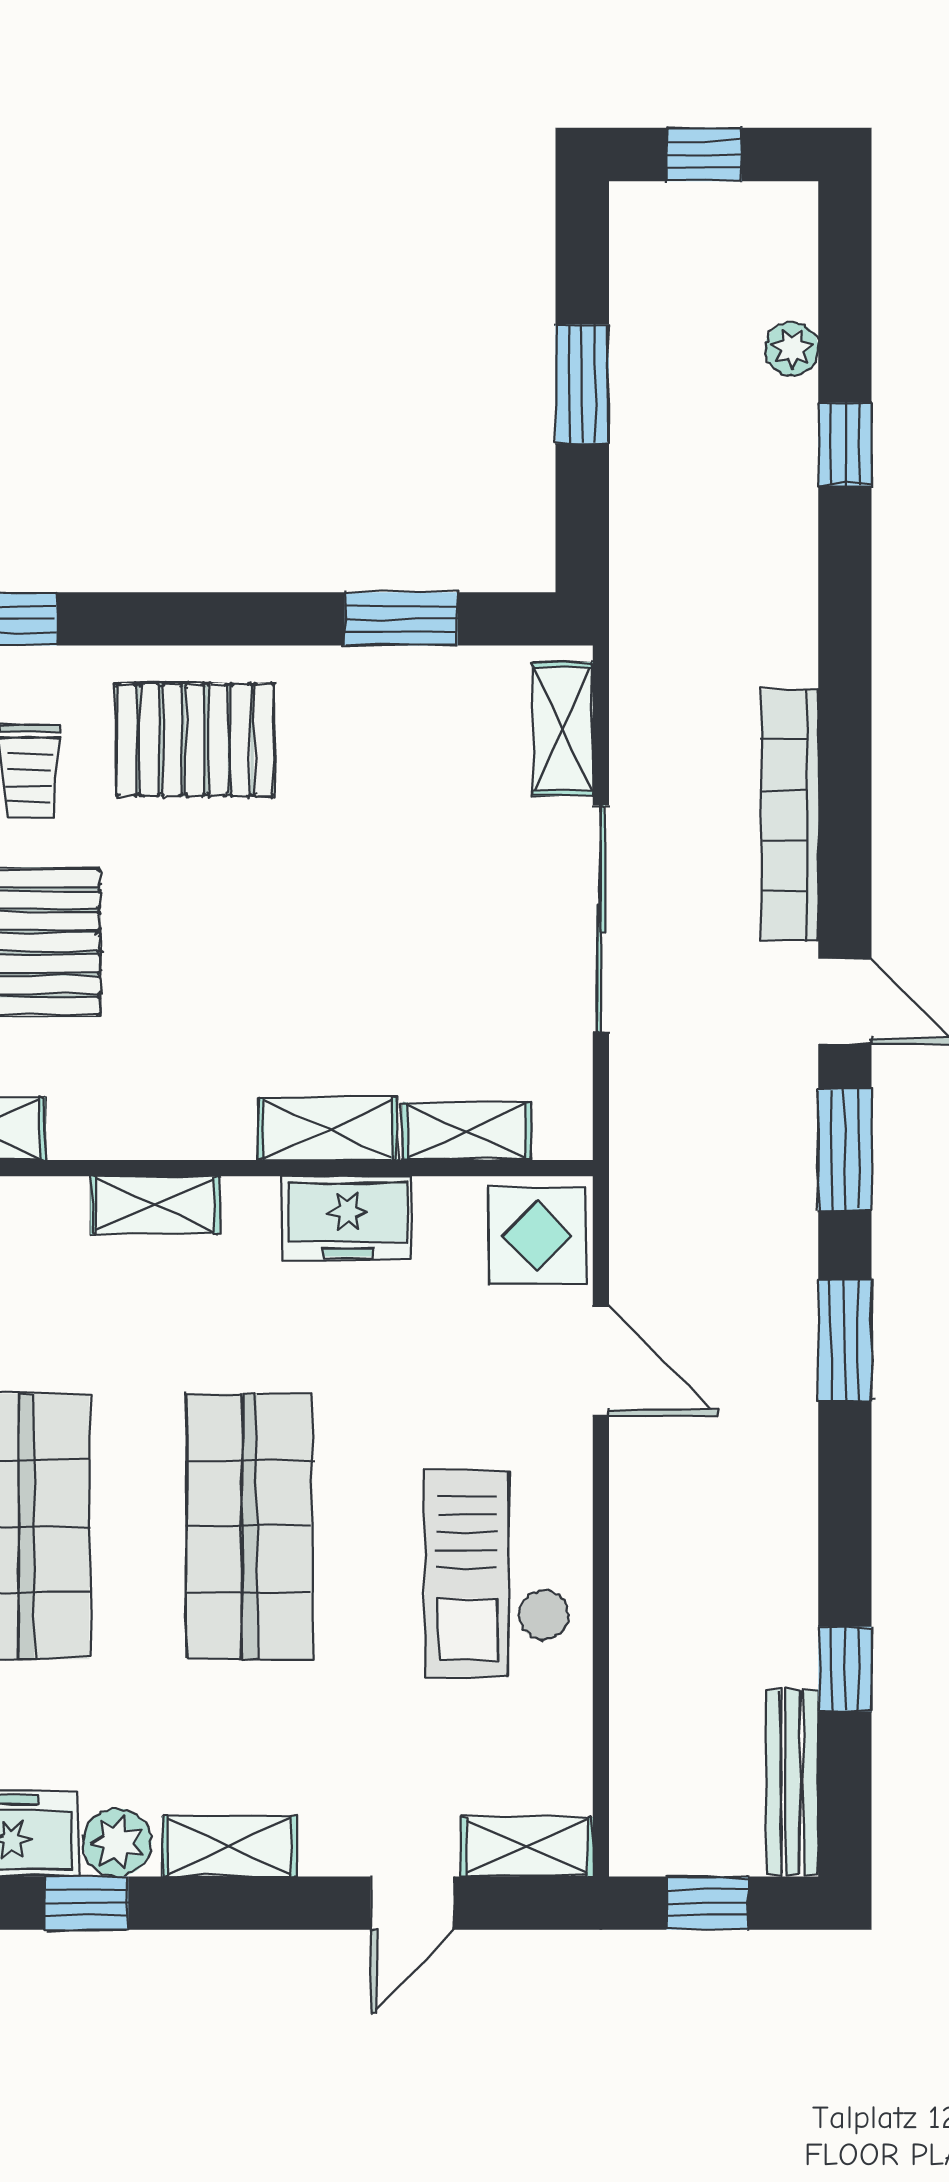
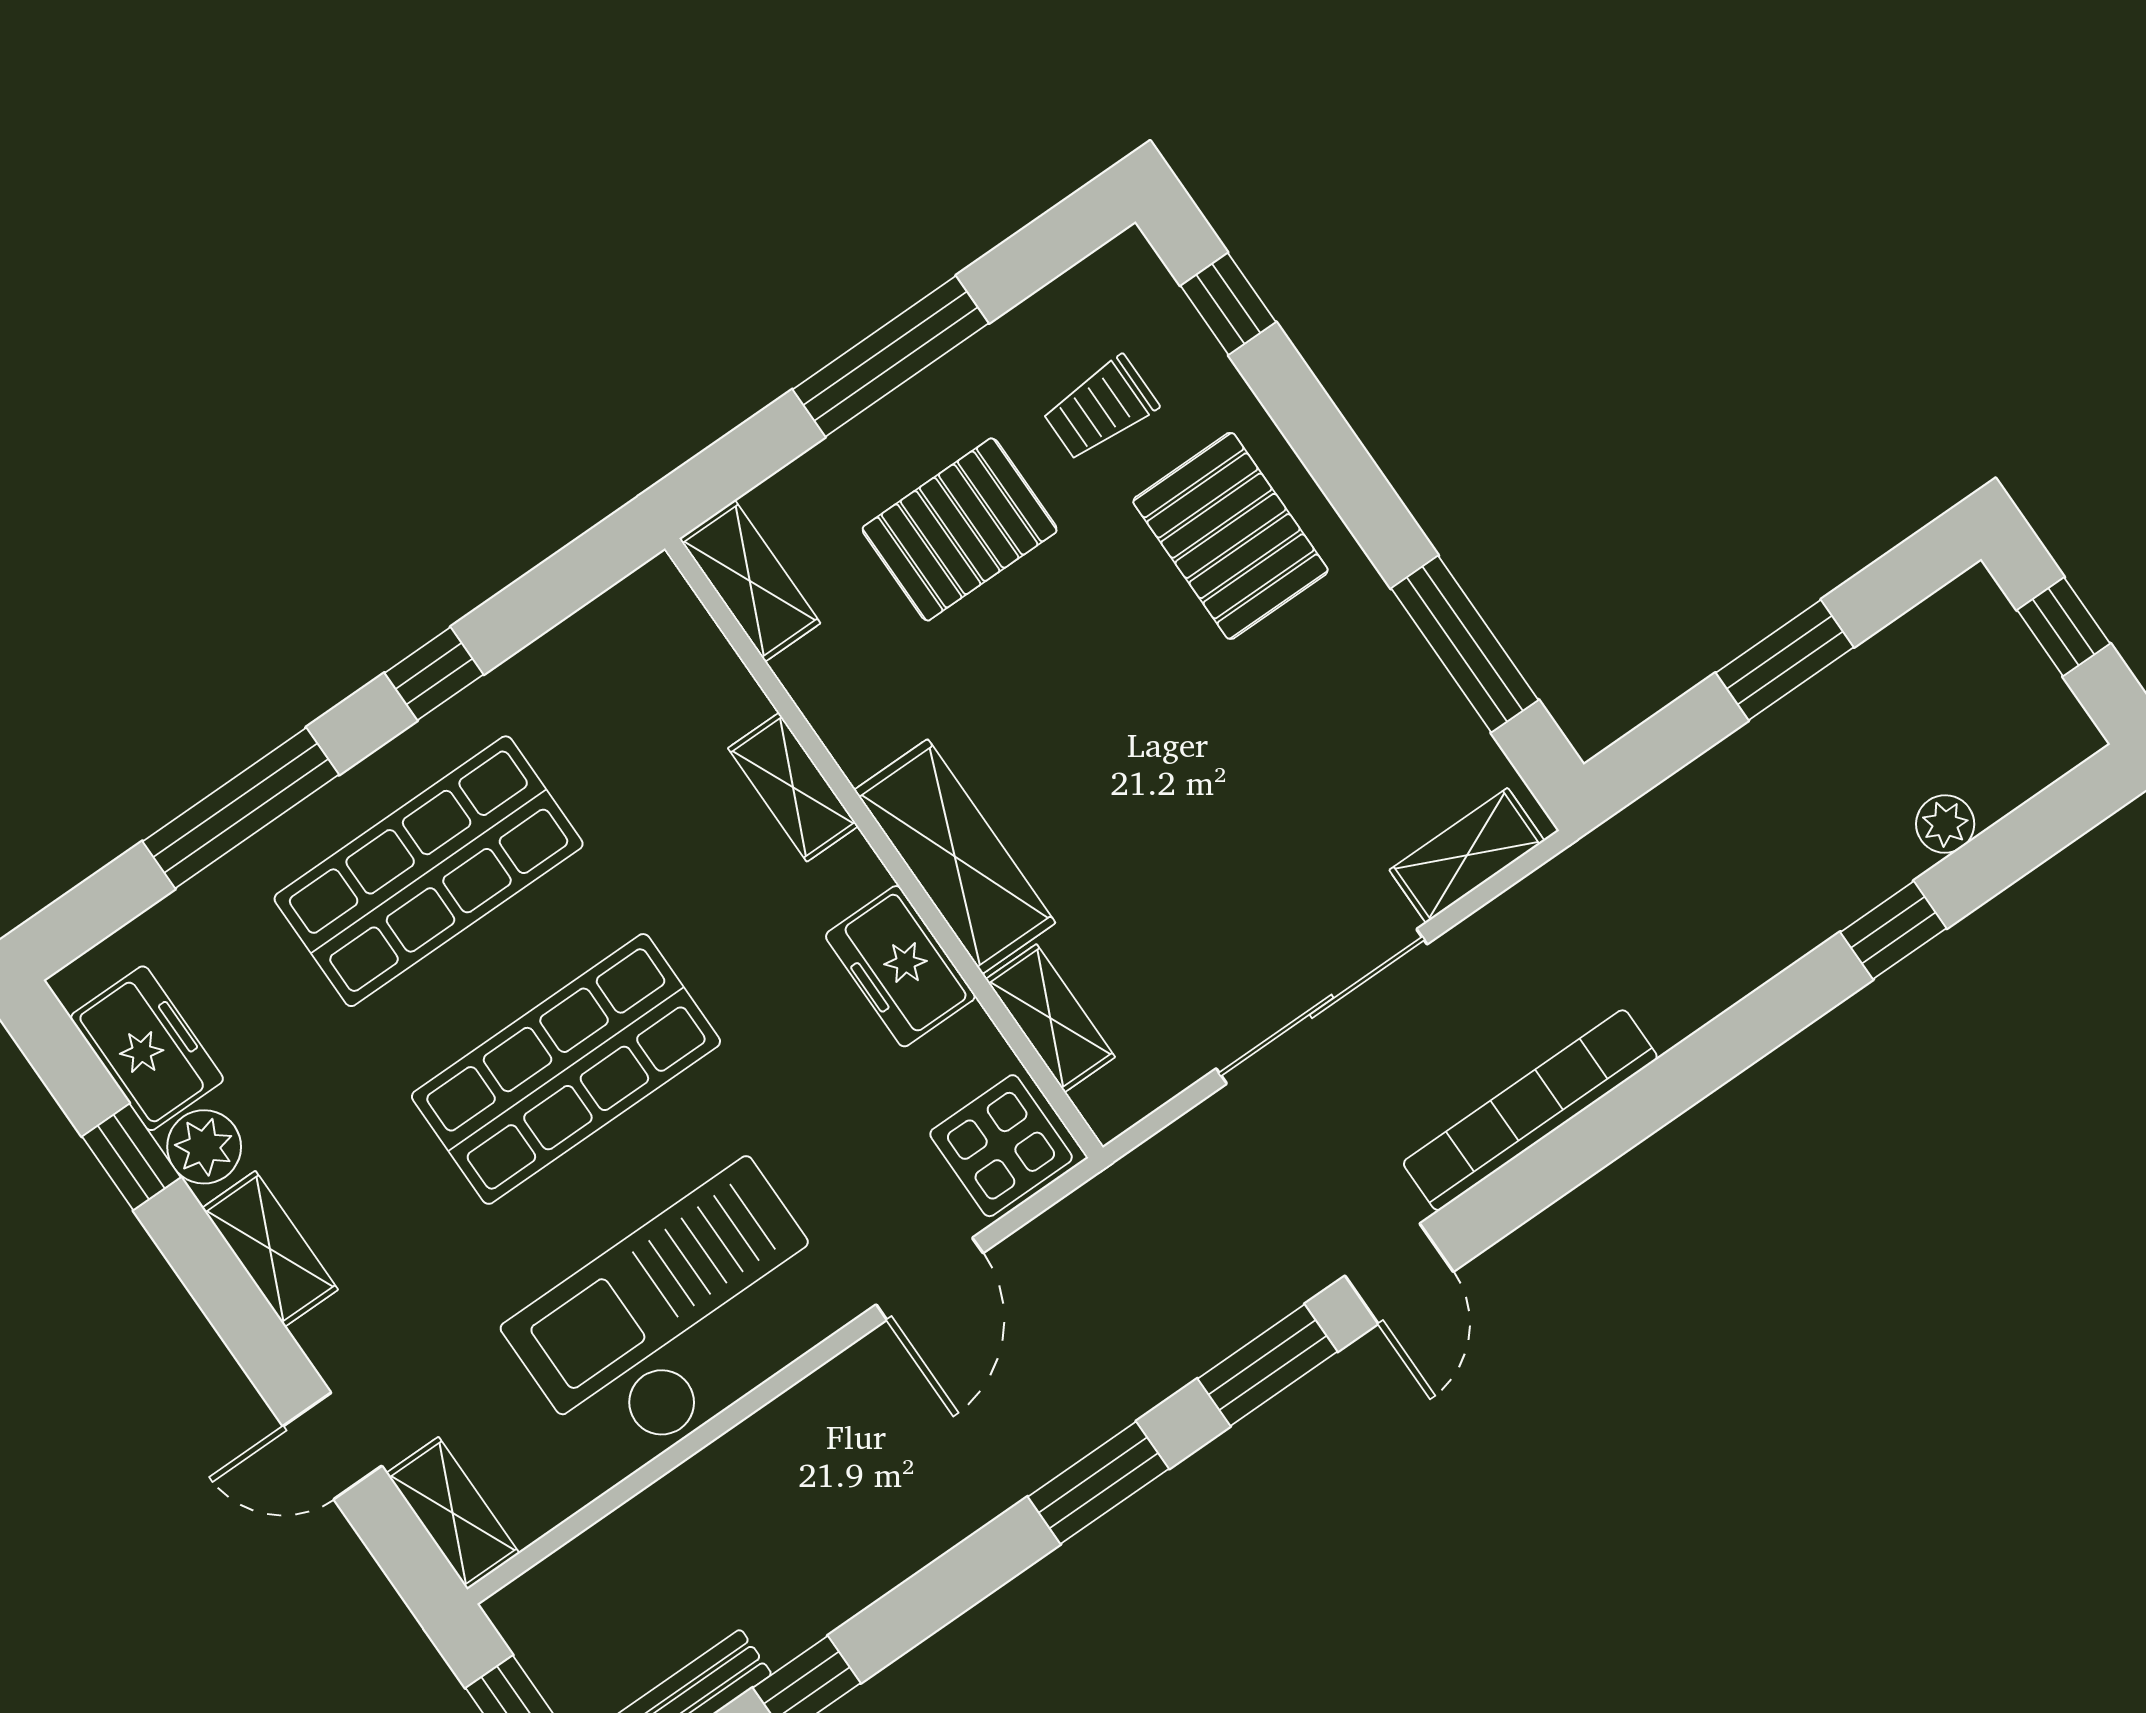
window: (401, 619) -> (1465, 644), width x1.44
shelving: (328, 1129) -> (955, 856), width x1.50, depth x1.33
checkout: (497, 1574) -> (677, 1318), width x1.36, depth x1.21

